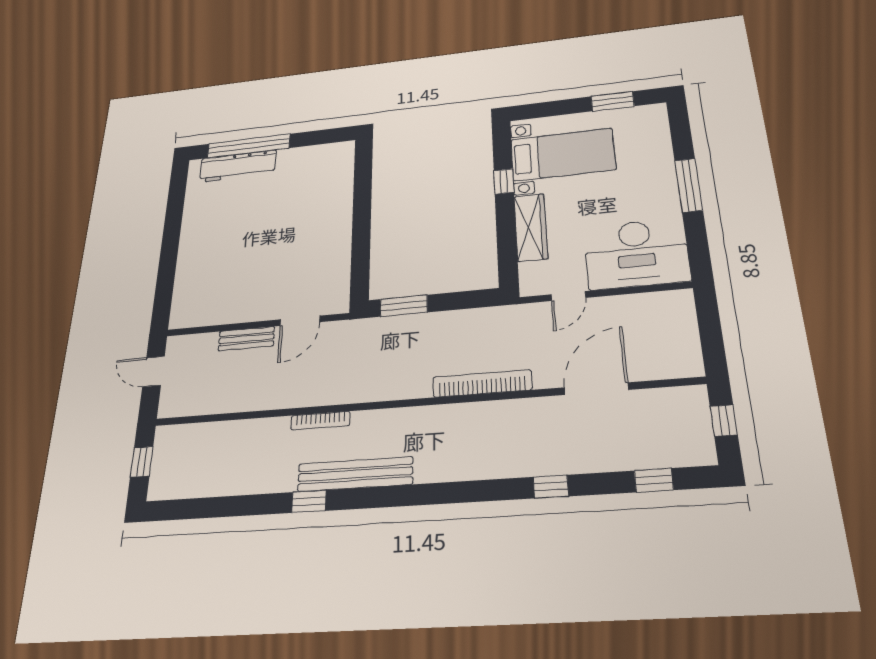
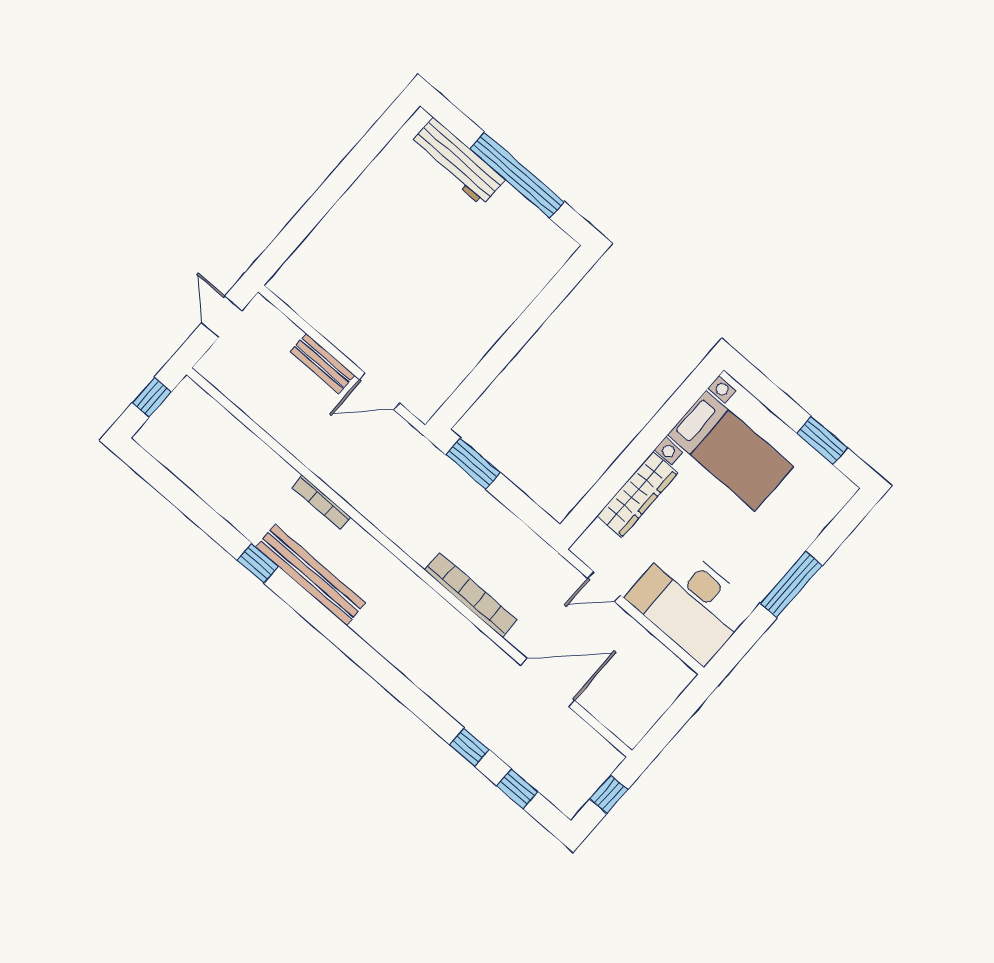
window: (249, 146) -> (517, 175), moved
window: (504, 181) -> (660, 427), removed
window: (551, 487) -> (469, 747), moved

